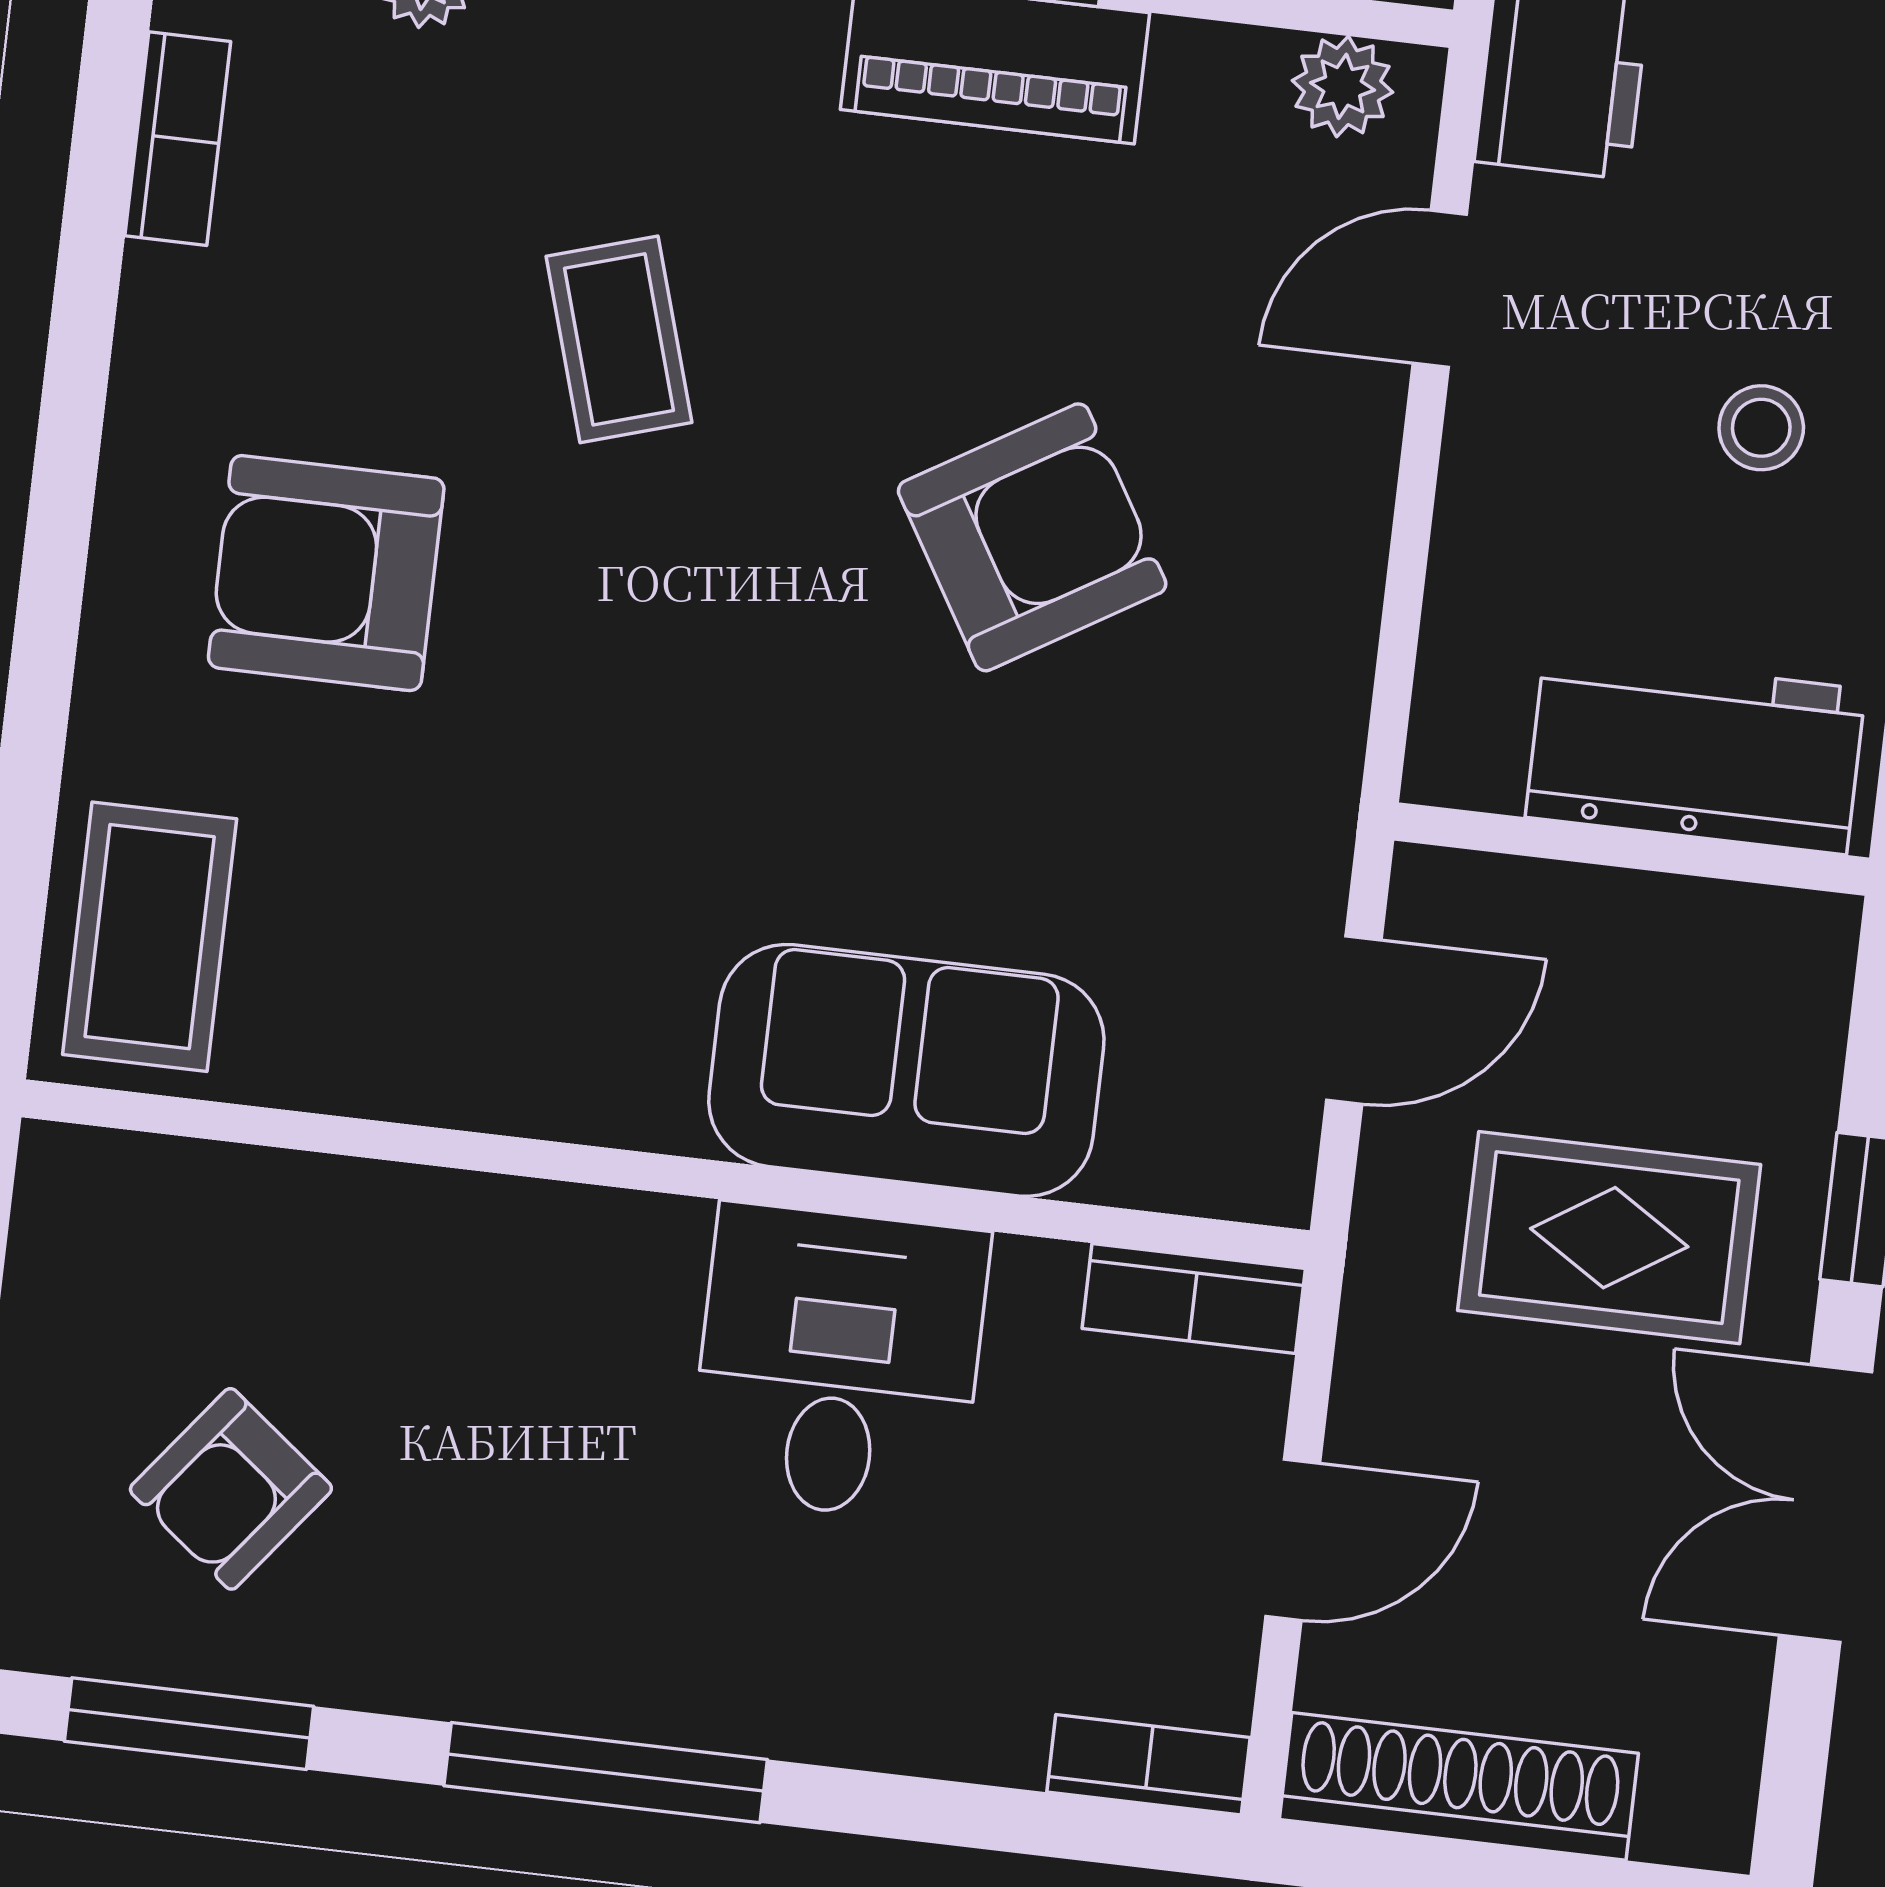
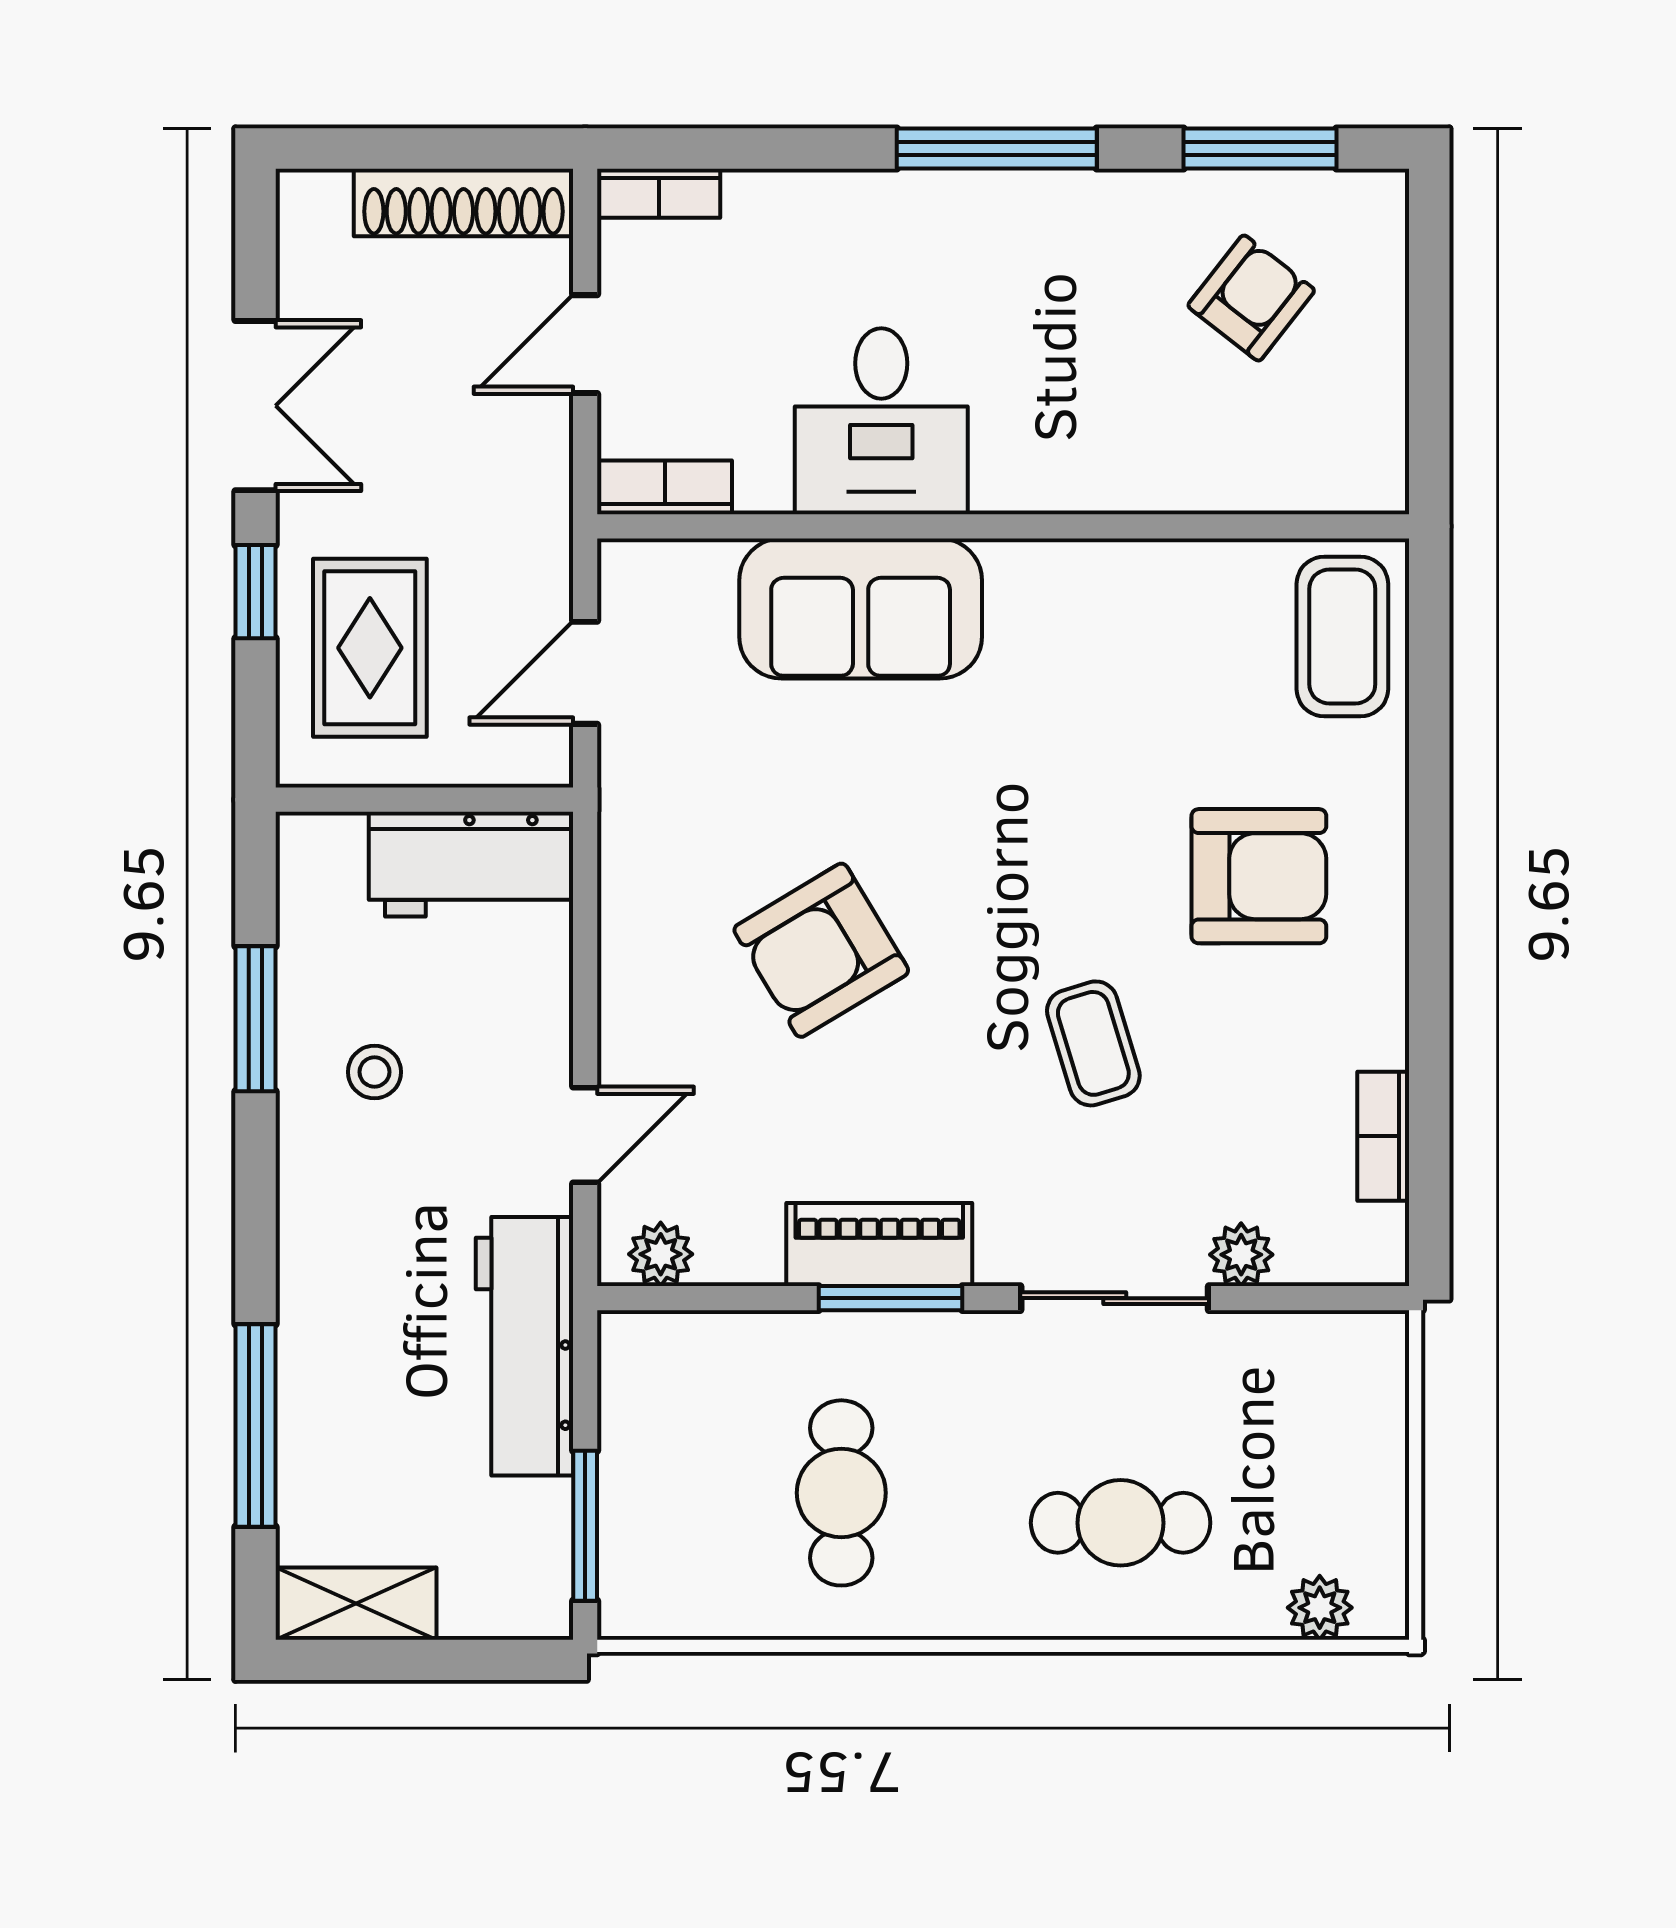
workbench: (1695, 753) -> (470, 864), moved
rug: (1609, 1238) -> (370, 648), moved, turned 90

